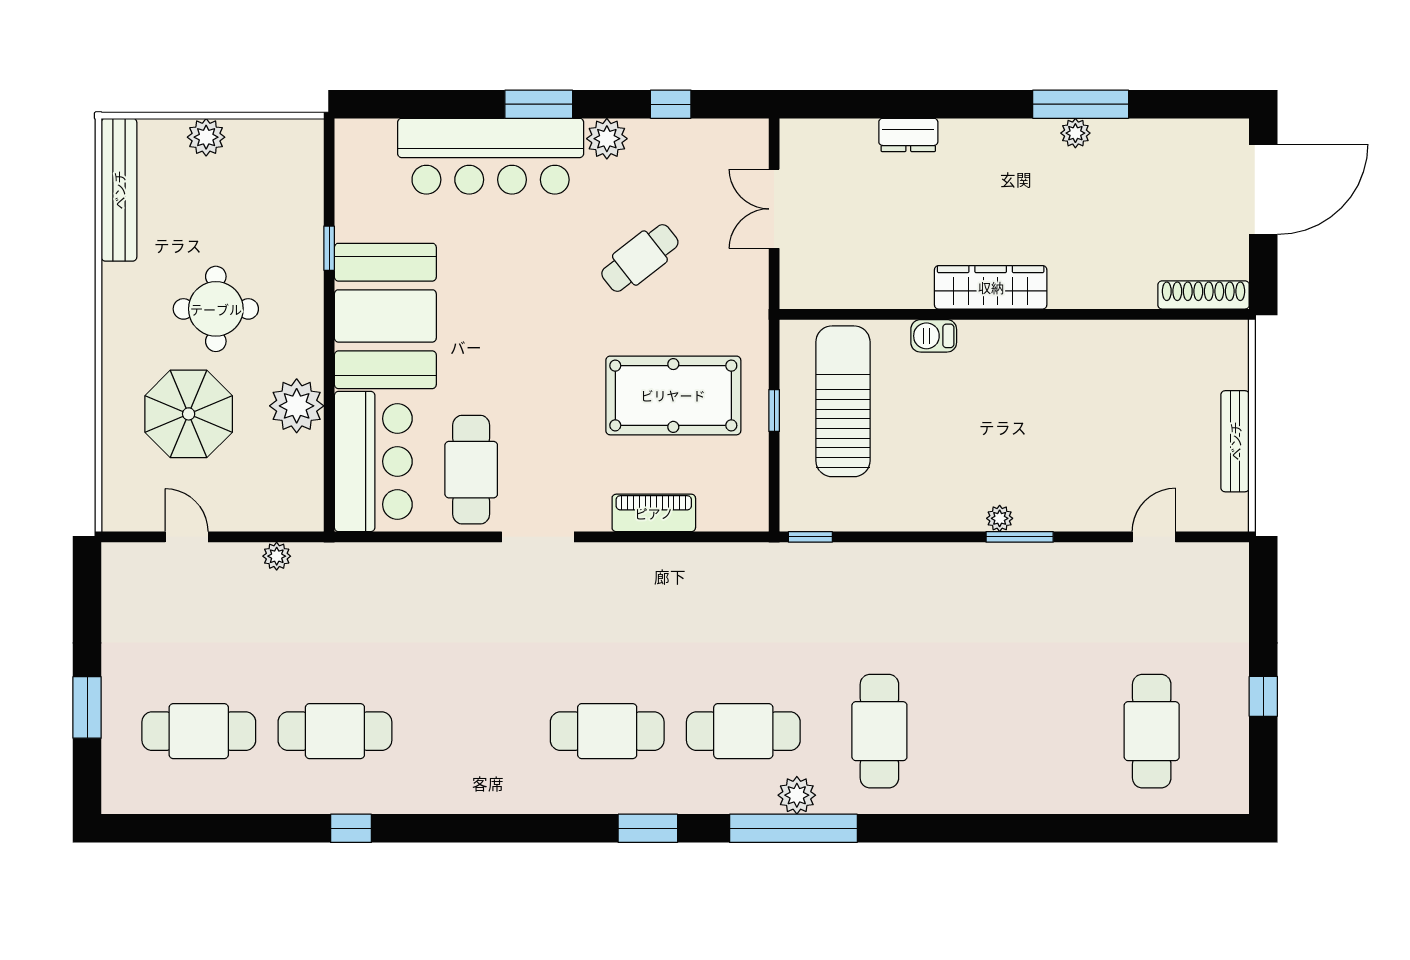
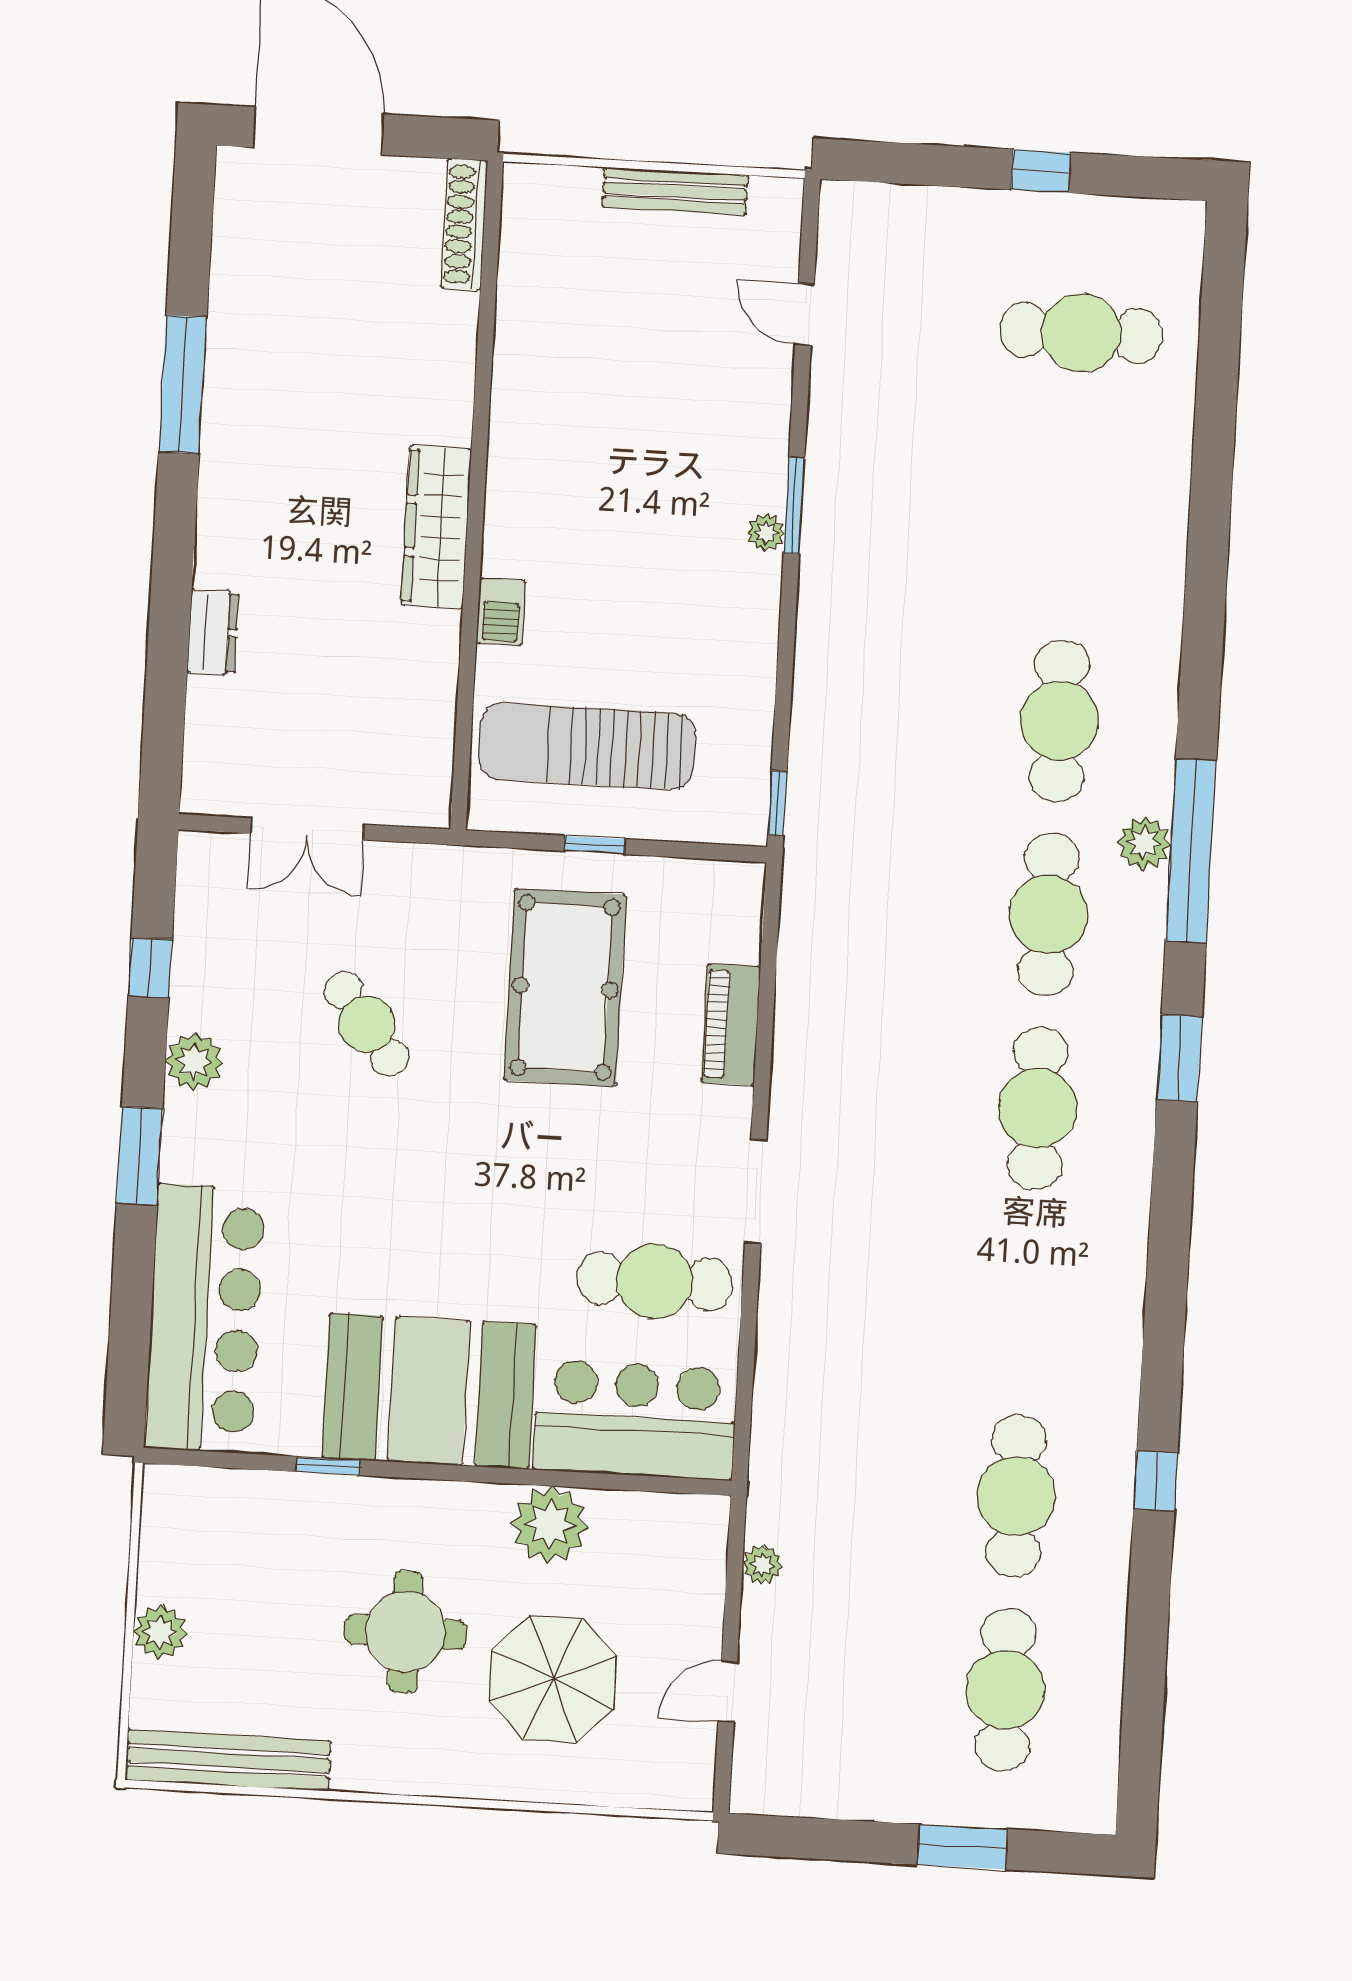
plant: (1075, 133) -> (224, 394), removed
bar counter: (491, 156) -> (205, 1319), moved
cafe table: (879, 731) -> (1059, 721), turned 90

